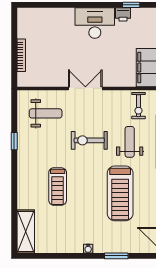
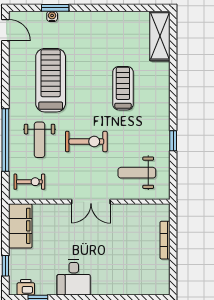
printer: (123, 14) -> (26, 287), moved
desk: (95, 23) -> (74, 277), width x0.73
exercise bike: (138, 106) -> (29, 182), turned 90
water cooler: (88, 249) -> (52, 16), moved

